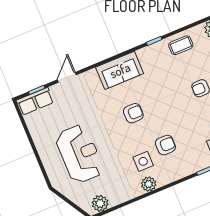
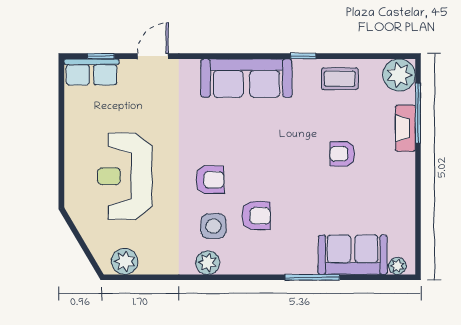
sofa: (120, 70) -> (246, 78), width x1.36
armchair: (133, 113) -> (210, 180), moved
reception desk: (80, 154) -> (125, 176), turned 180

